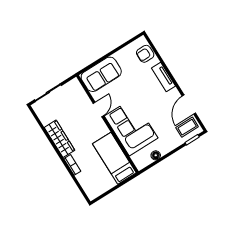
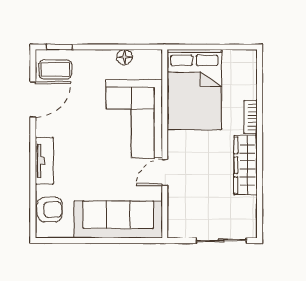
sofa: (101, 74) -> (118, 219), width x1.36
bed: (114, 158) -> (194, 90), width x1.50

